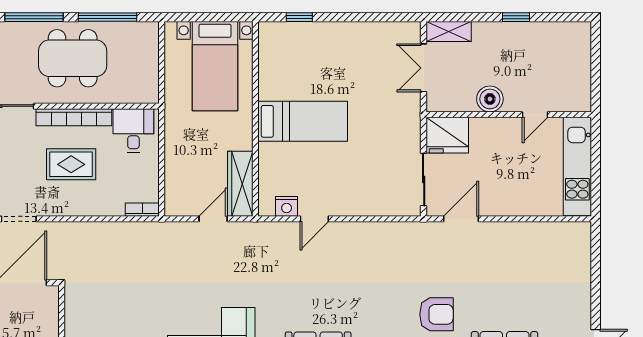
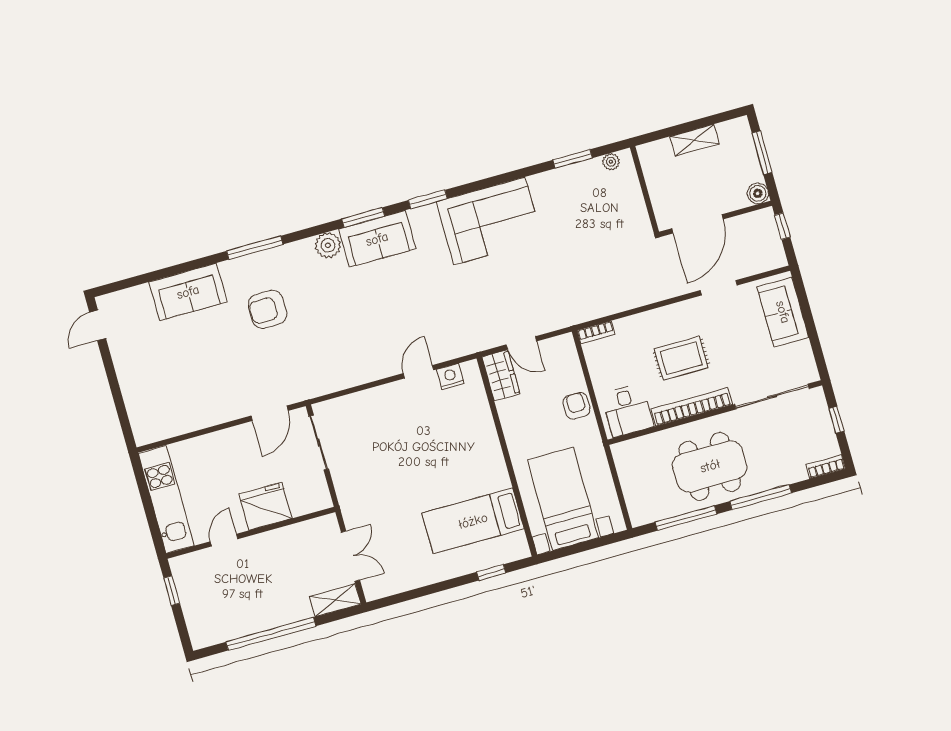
window: (516, 17) -> (271, 634), width x3.17
window: (596, 82) -> (172, 591), added
boiler: (490, 99) -> (274, 543), removed
bed: (303, 121) -> (473, 521), moved
fridge: (447, 135) -> (265, 506), moved
armchair: (179, 148) -> (577, 406), added
wardrobe: (240, 184) -> (501, 375), width x0.67
door: (213, 219) -> (521, 343), hinge flipped

